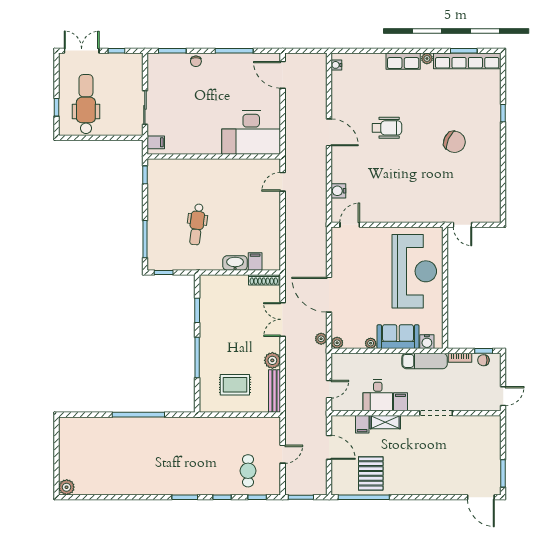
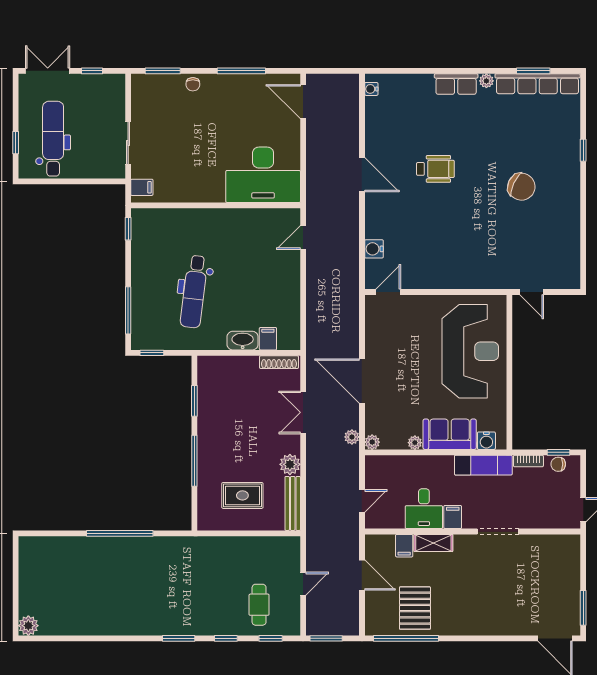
dental chair: (197, 224) -> (194, 292), width x1.36, depth x1.38

